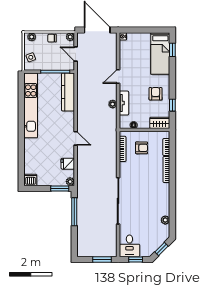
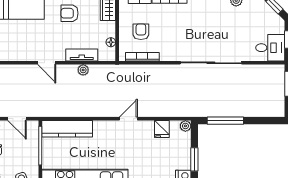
door: (76, 54) -> (17, 119), hinge flipped
window: (60, 188) -> (194, 159), moved

